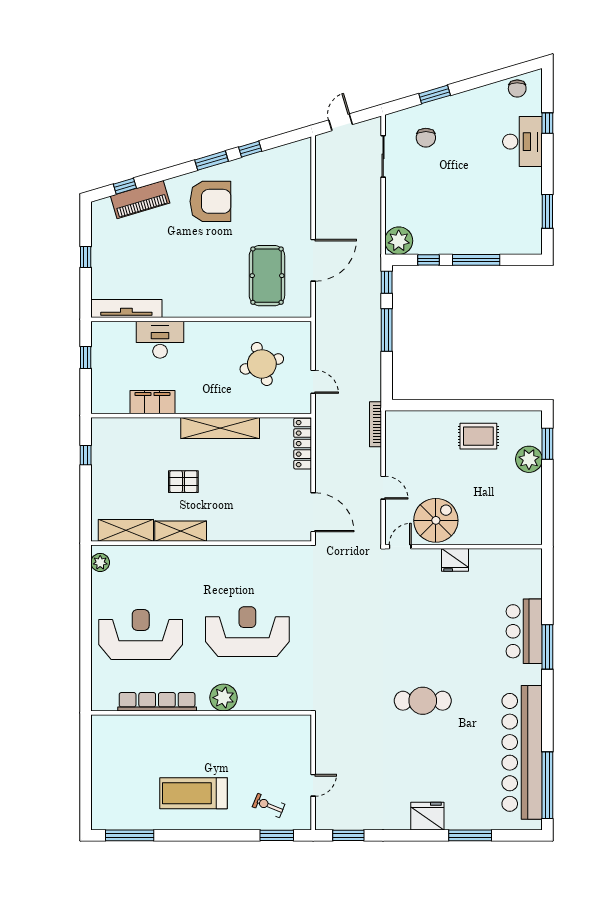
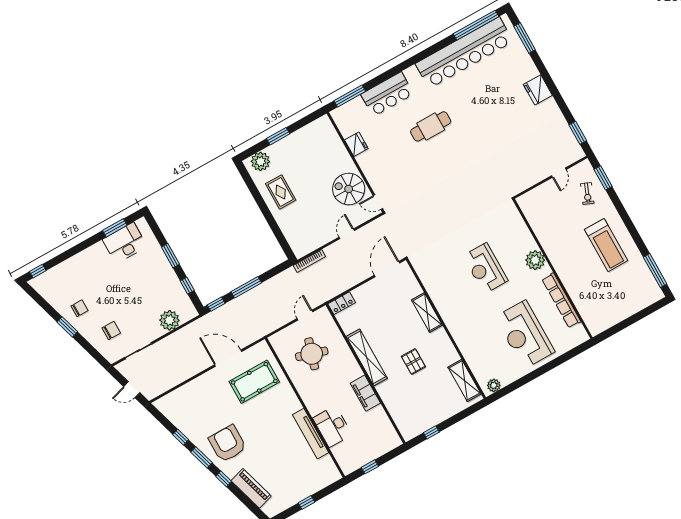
chair: (517, 89) -> (80, 308), moved
window: (435, 94) -> (67, 327), moved
window: (547, 123) -> (38, 271), moved
desk: (522, 142) -> (125, 243), moved
window: (125, 186) -> (224, 479), moved
plant: (399, 241) -> (169, 320), moved
window: (476, 260) -> (170, 256), width x0.69
tv unit: (126, 309) -> (311, 434), moved
round table: (262, 364) -> (312, 354), turned 34
filing cabinet: (152, 402) -> (365, 393), moved
locker: (303, 444) -> (342, 303), width x0.66
window: (547, 444) -> (278, 136), moved
plant: (529, 459) -> (260, 161), moved
shelving: (181, 531) -> (427, 313), moved
fridge: (455, 560) -> (356, 144), moved
reception desk: (247, 632) -> (485, 268), width x0.74, depth x0.77
window: (547, 647) -> (350, 96), moved
cafe table: (423, 701) -> (431, 126), moved, turned 90
door: (313, 785) -> (559, 173), swing flipped
window: (470, 835) -> (525, 38), moved

